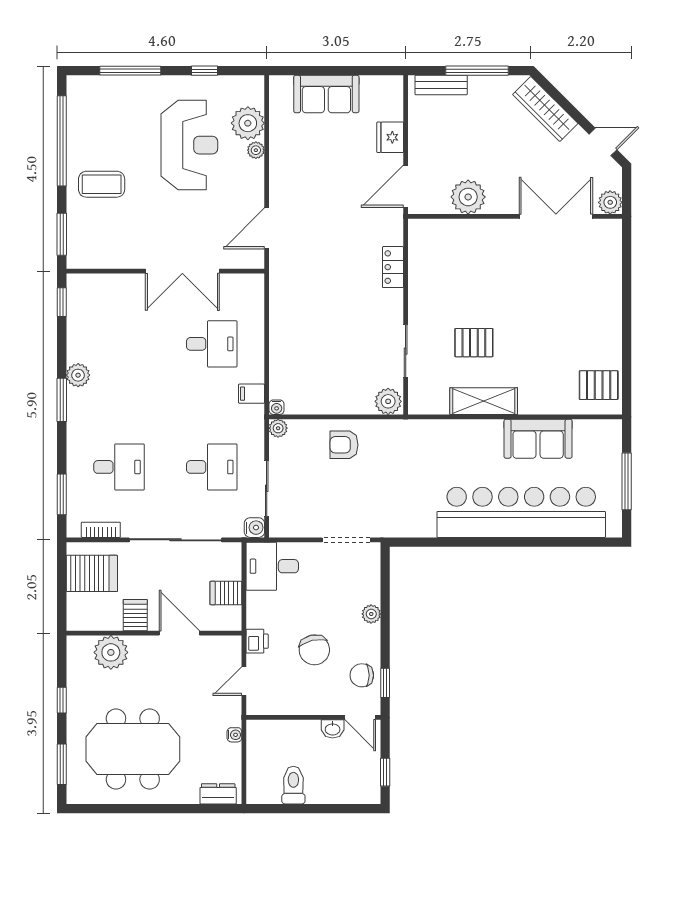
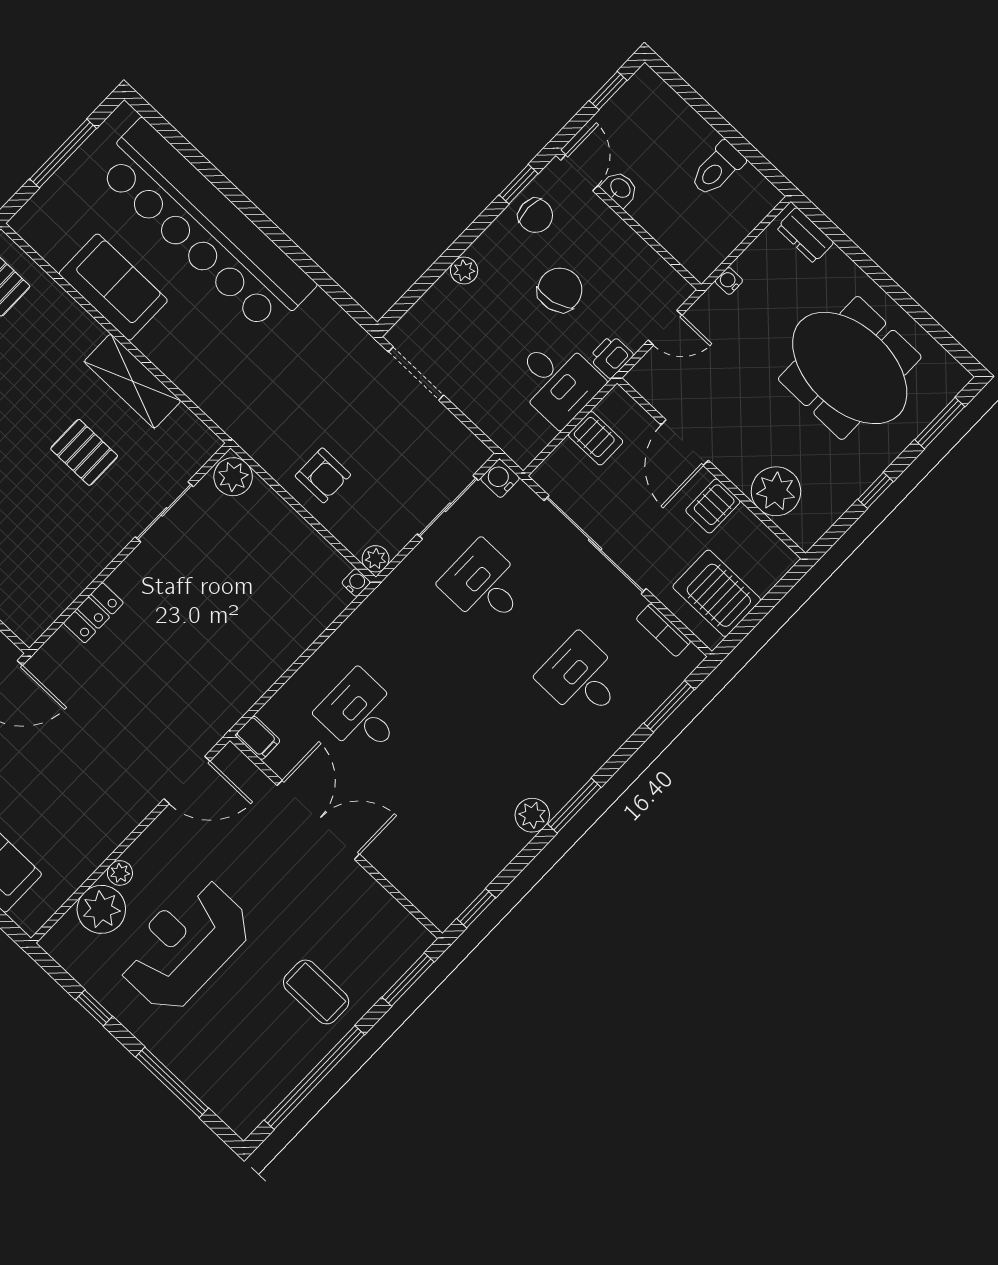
filing cabinet: (252, 394) -> (258, 738), moved
desk: (272, 566) -> (557, 381), moved

